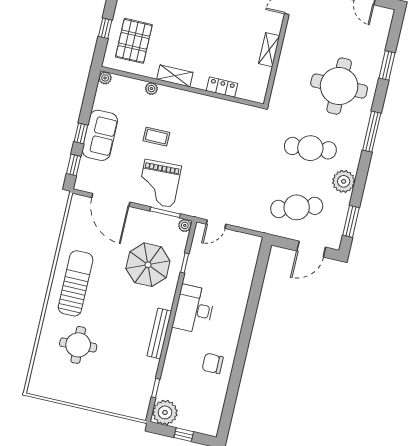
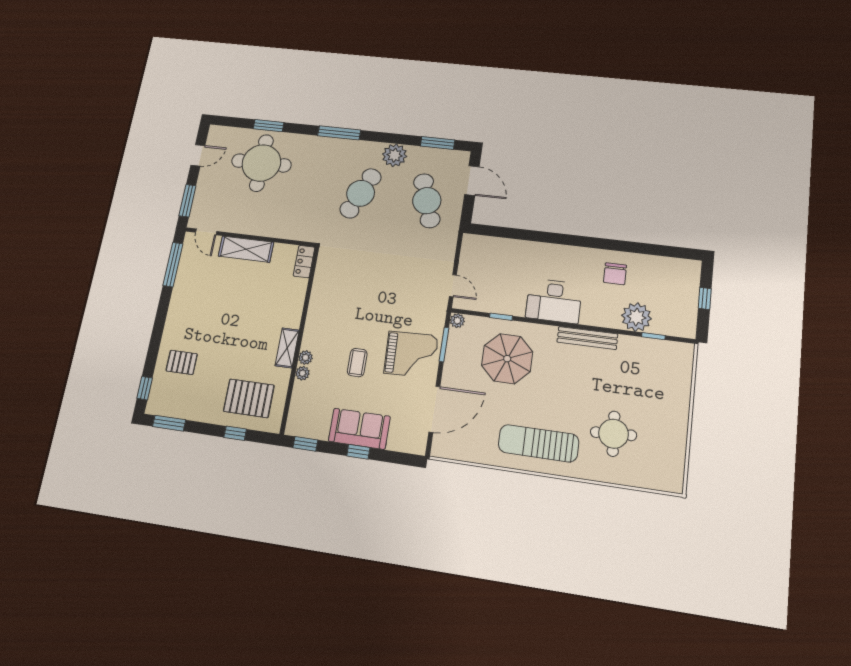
shelving: (269, 50) -> (246, 249), width x1.50, depth x1.33
plant: (105, 78) -> (306, 358), moved
round table: (339, 86) -> (261, 163), moved
locker: (222, 87) -> (304, 262), moved
cafe table: (310, 148) -> (361, 193), turned 30
window: (74, 165) -> (305, 444), moved
plant: (165, 412) -> (636, 317), moved

